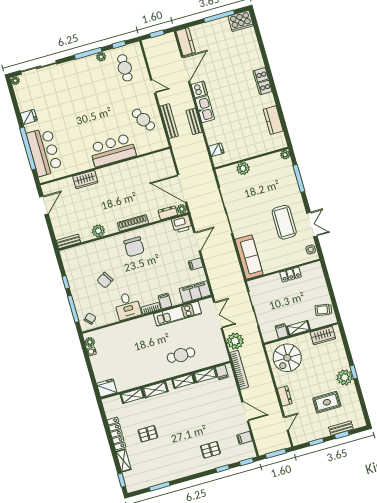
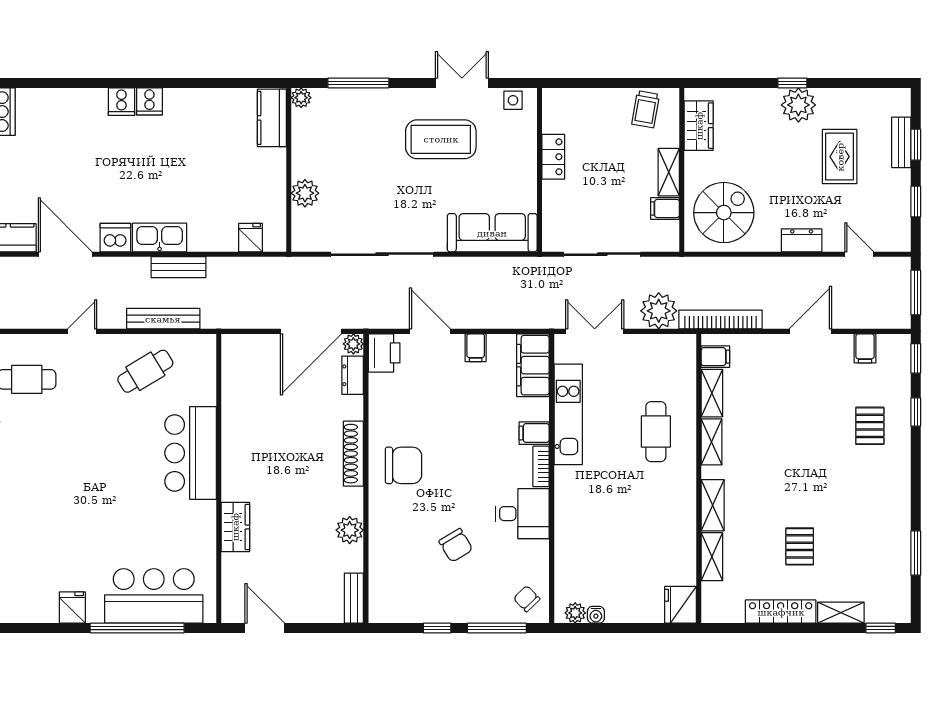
kitchen counter: (273, 120) -> (272, 118), moved, turned 90
spiral stairs: (287, 358) -> (724, 213), turned -90

